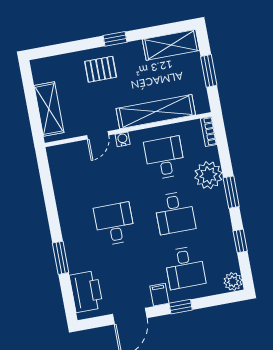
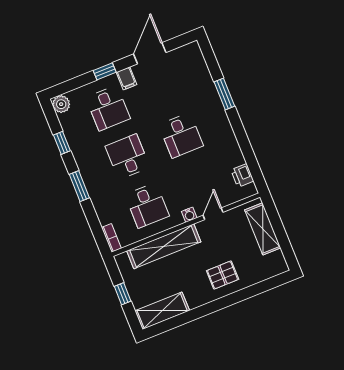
window: (115, 39) -> (215, 306), removed
window: (209, 71) -> (123, 294), width x0.67
plant: (208, 175) -> (104, 198), removed
desk: (185, 268) -> (108, 108), turned 180
printer: (86, 292) -> (242, 175), moved, width x0.53, depth x0.68

